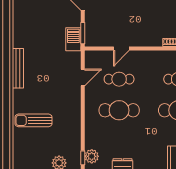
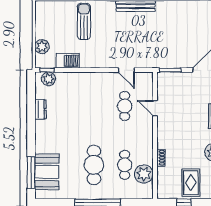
barbecue: (73, 39) -> (68, 61), moved
cafe table: (119, 110) -> (94, 106), removed

